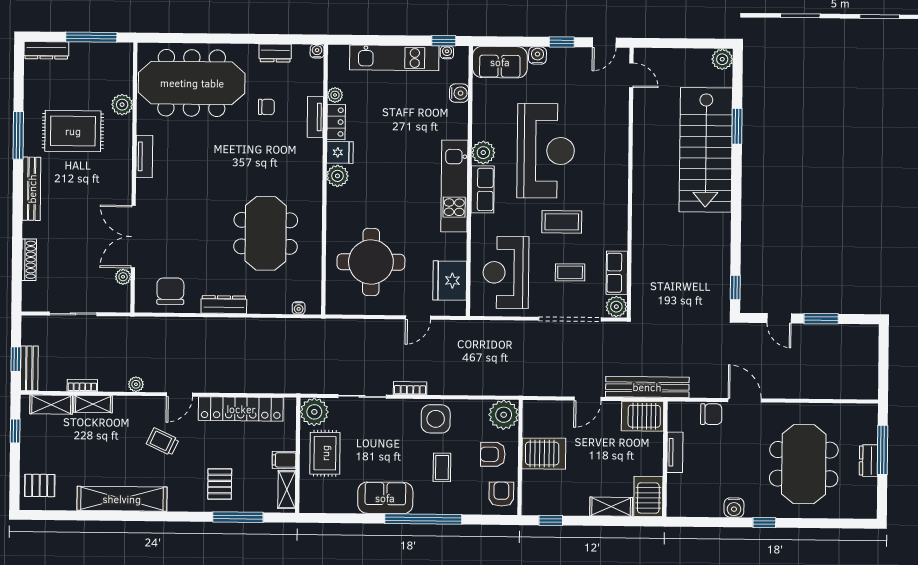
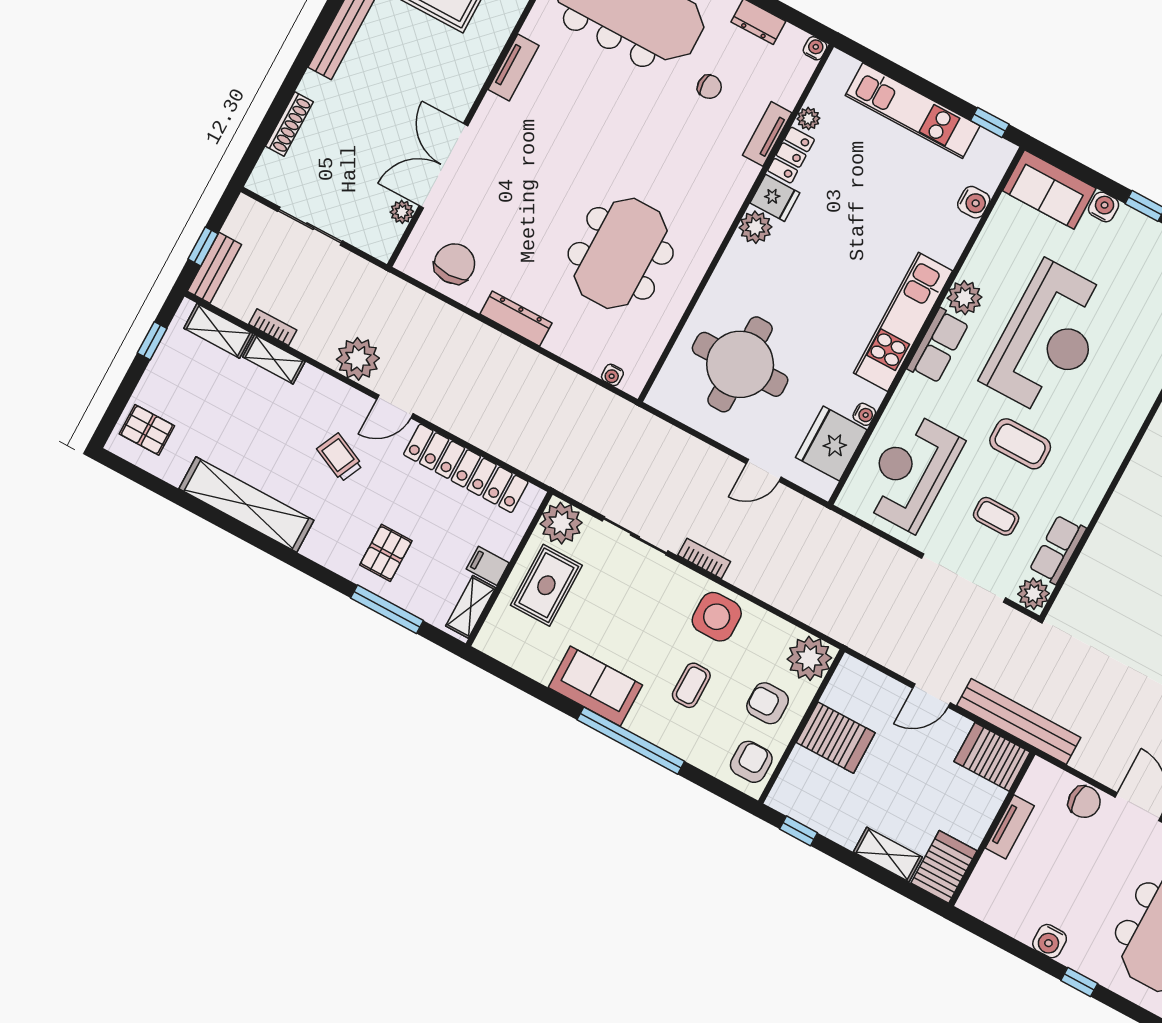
water cooler: (447, 52) -> (864, 414), moved, turned 90
plant: (136, 384) -> (358, 359), width x1.87, depth x1.87

